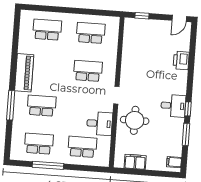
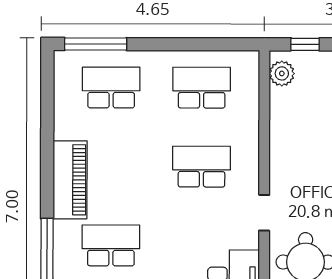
window: (41, 8) -> (96, 44), added
plant: (130, 29) -> (282, 73), added

